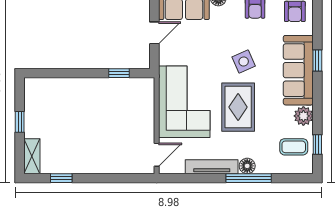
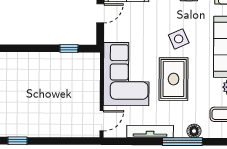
floor lamp: (247, 166) -> (194, 131), moved

